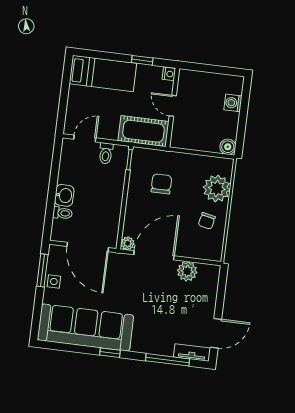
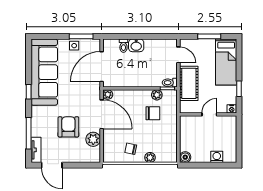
window: (65, 92) -> (209, 36), added
cot: (143, 131) -> (189, 83), moved
toilet: (106, 153) -> (170, 83), moved
plant: (137, 175) -> (157, 95), added
plant: (217, 188) -> (150, 158), width x0.53, depth x0.53
armchair: (166, 303) -> (68, 127), added

